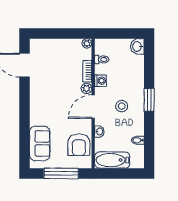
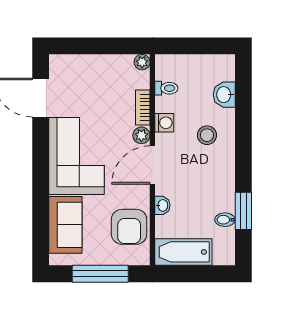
washbasin: (137, 46) -> (224, 95), moved
window: (149, 100) -> (243, 211), moved
corner sofa: (47, 101) -> (77, 156), added
stool: (122, 106) -> (207, 135), moved

